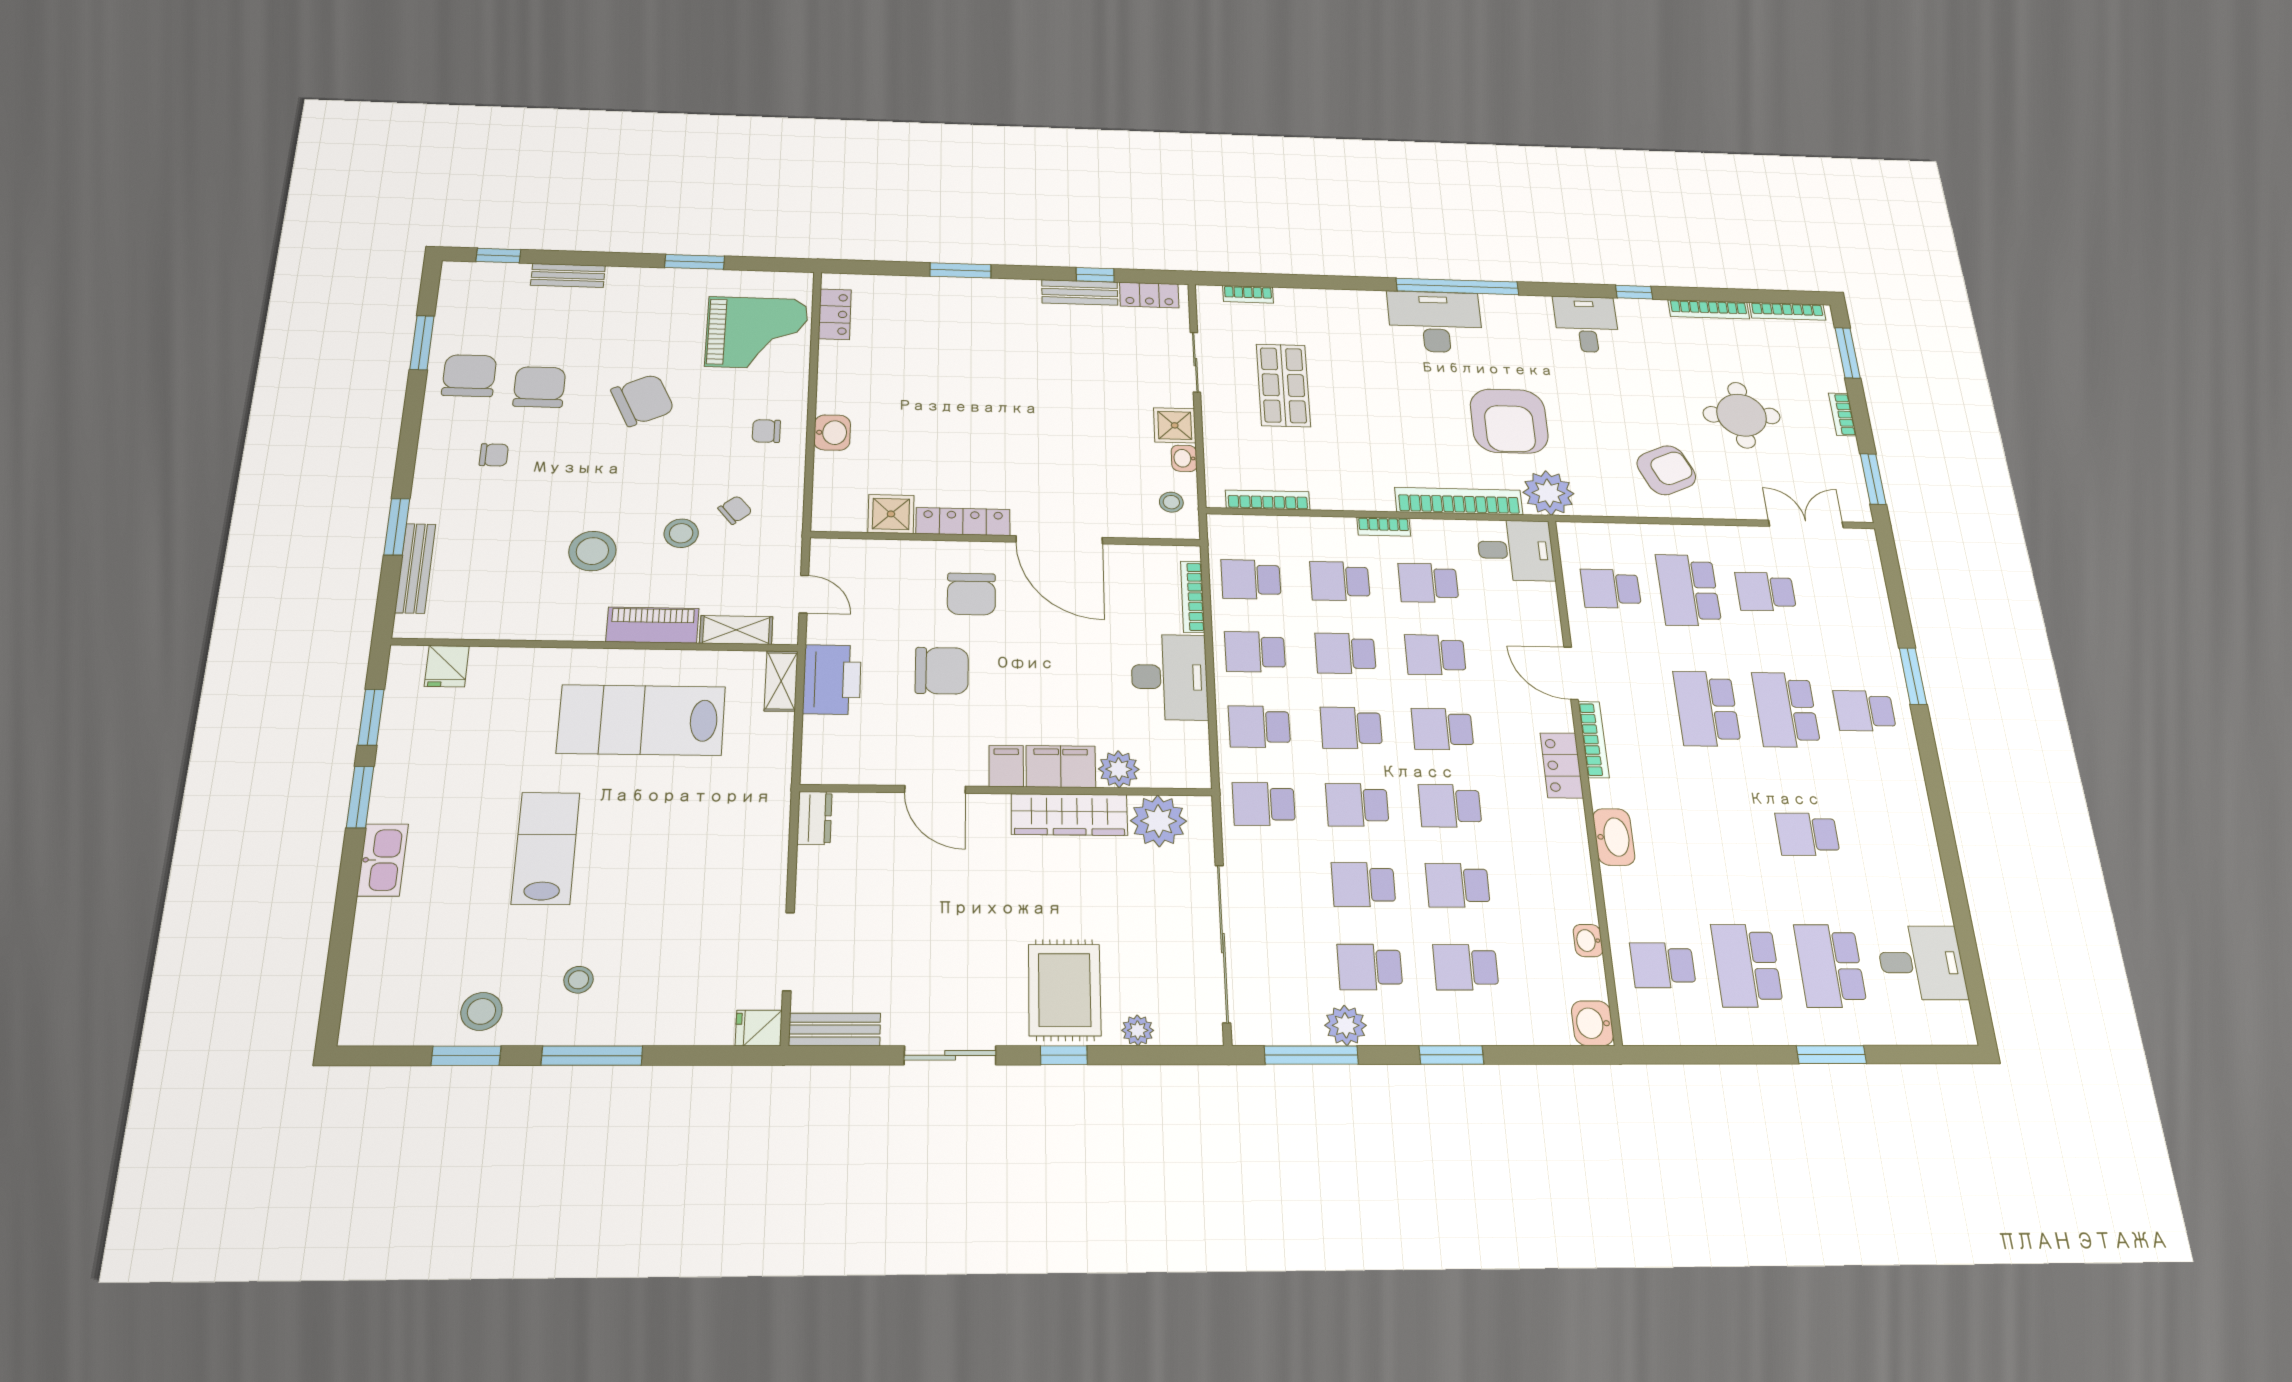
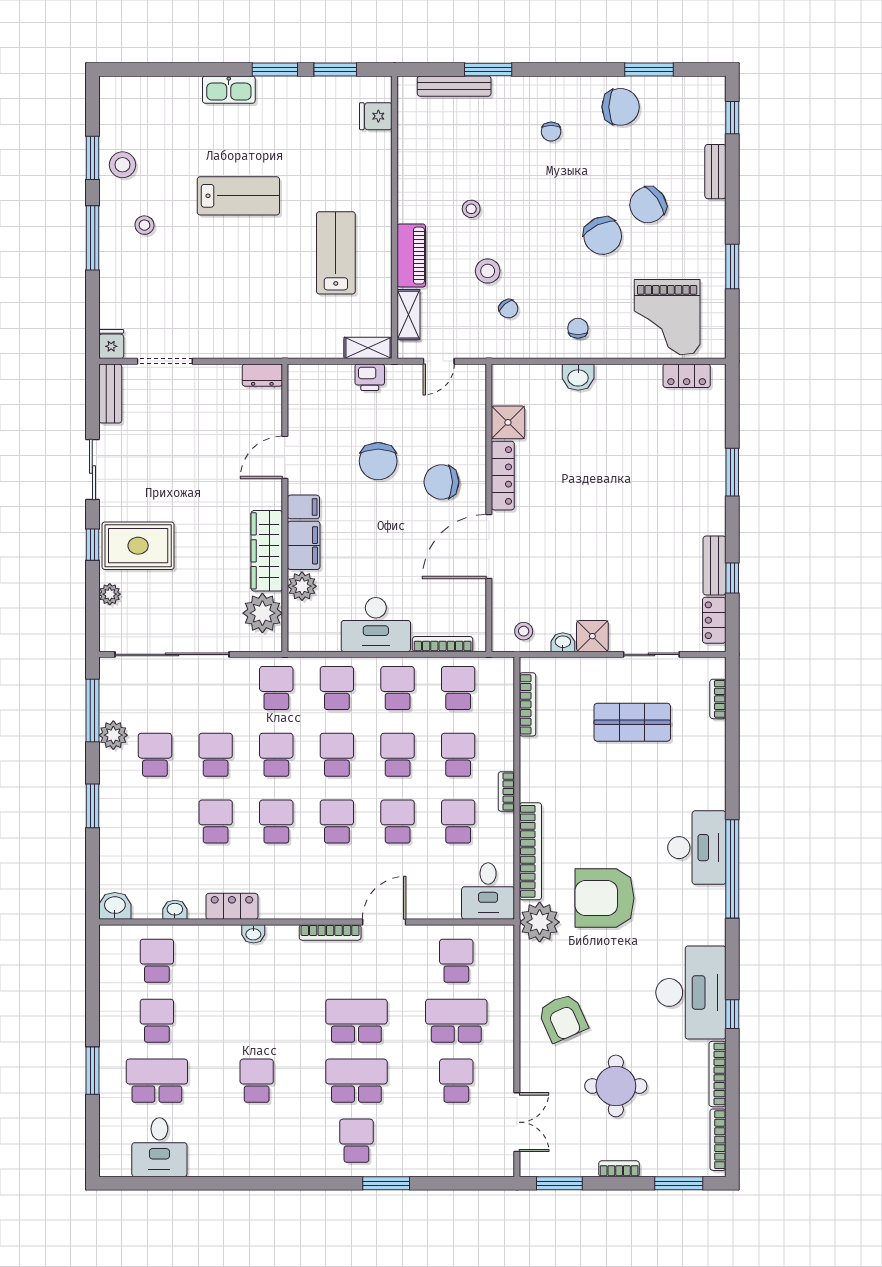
desk: (1586, 324) -> (691, 992), width x1.87, depth x1.30
chair: (539, 387) -> (648, 205), moved, turned 145
stool: (592, 551) -> (471, 209), width x0.53, depth x0.53
printer: (832, 679) -> (370, 377), width x0.53, depth x0.68
lab bench: (641, 720) -> (336, 253), width x0.73, depth x0.72
locker: (1562, 765) -> (232, 906), moved
washbasin: (1614, 837) -> (253, 934), width x0.52, depth x0.69
school desk: (1747, 966) -> (157, 1021), width x0.54
school desk: (1466, 967) -> (155, 822), removed

